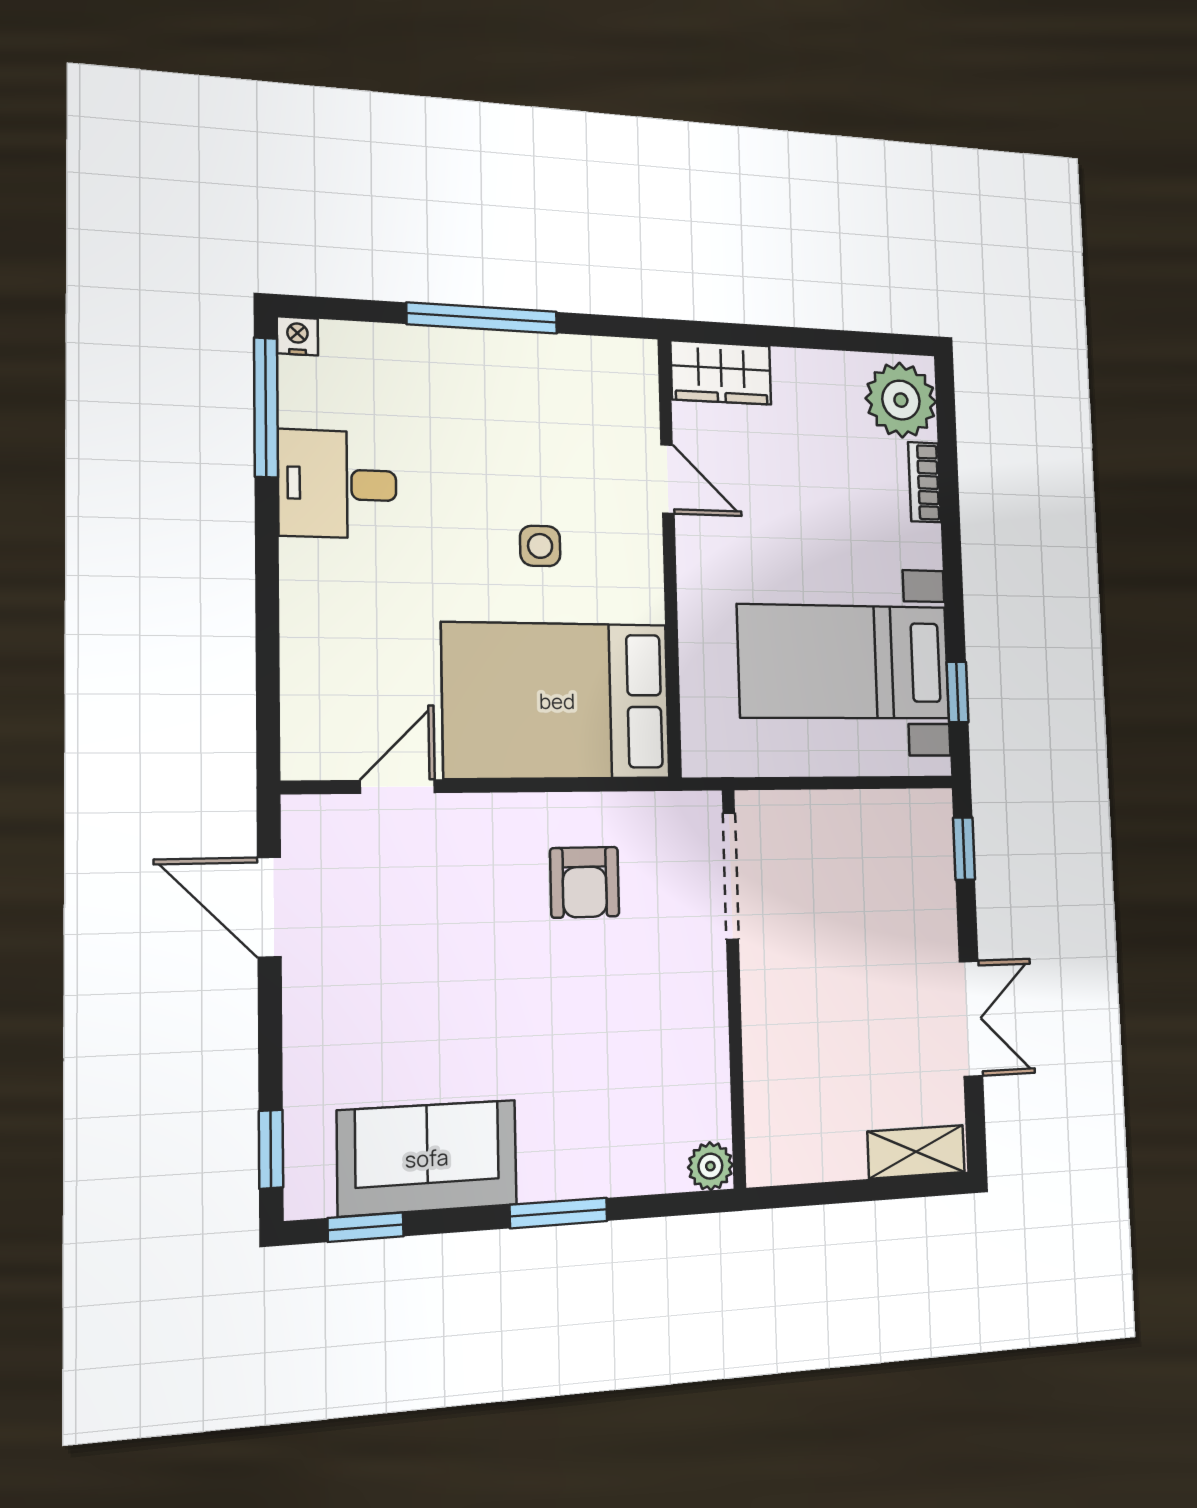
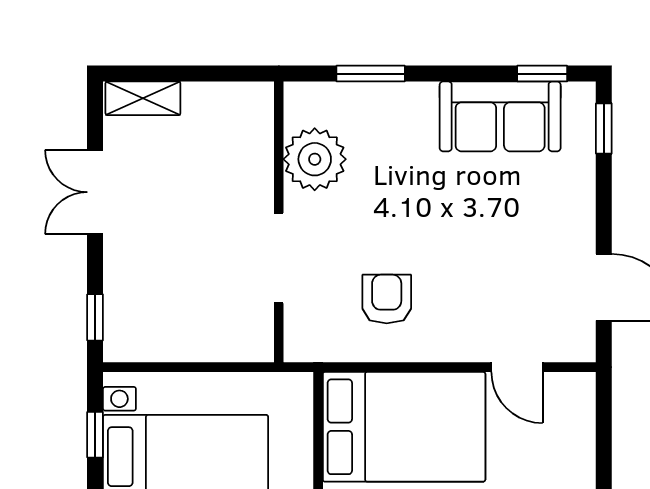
door: (398, 787) -> (517, 367), hinge flipped
doorway: (731, 876) -> (279, 258), moved
plant: (710, 1166) -> (315, 159), moved, width x1.87, depth x1.87
window: (559, 1213) -> (371, 74), moved

